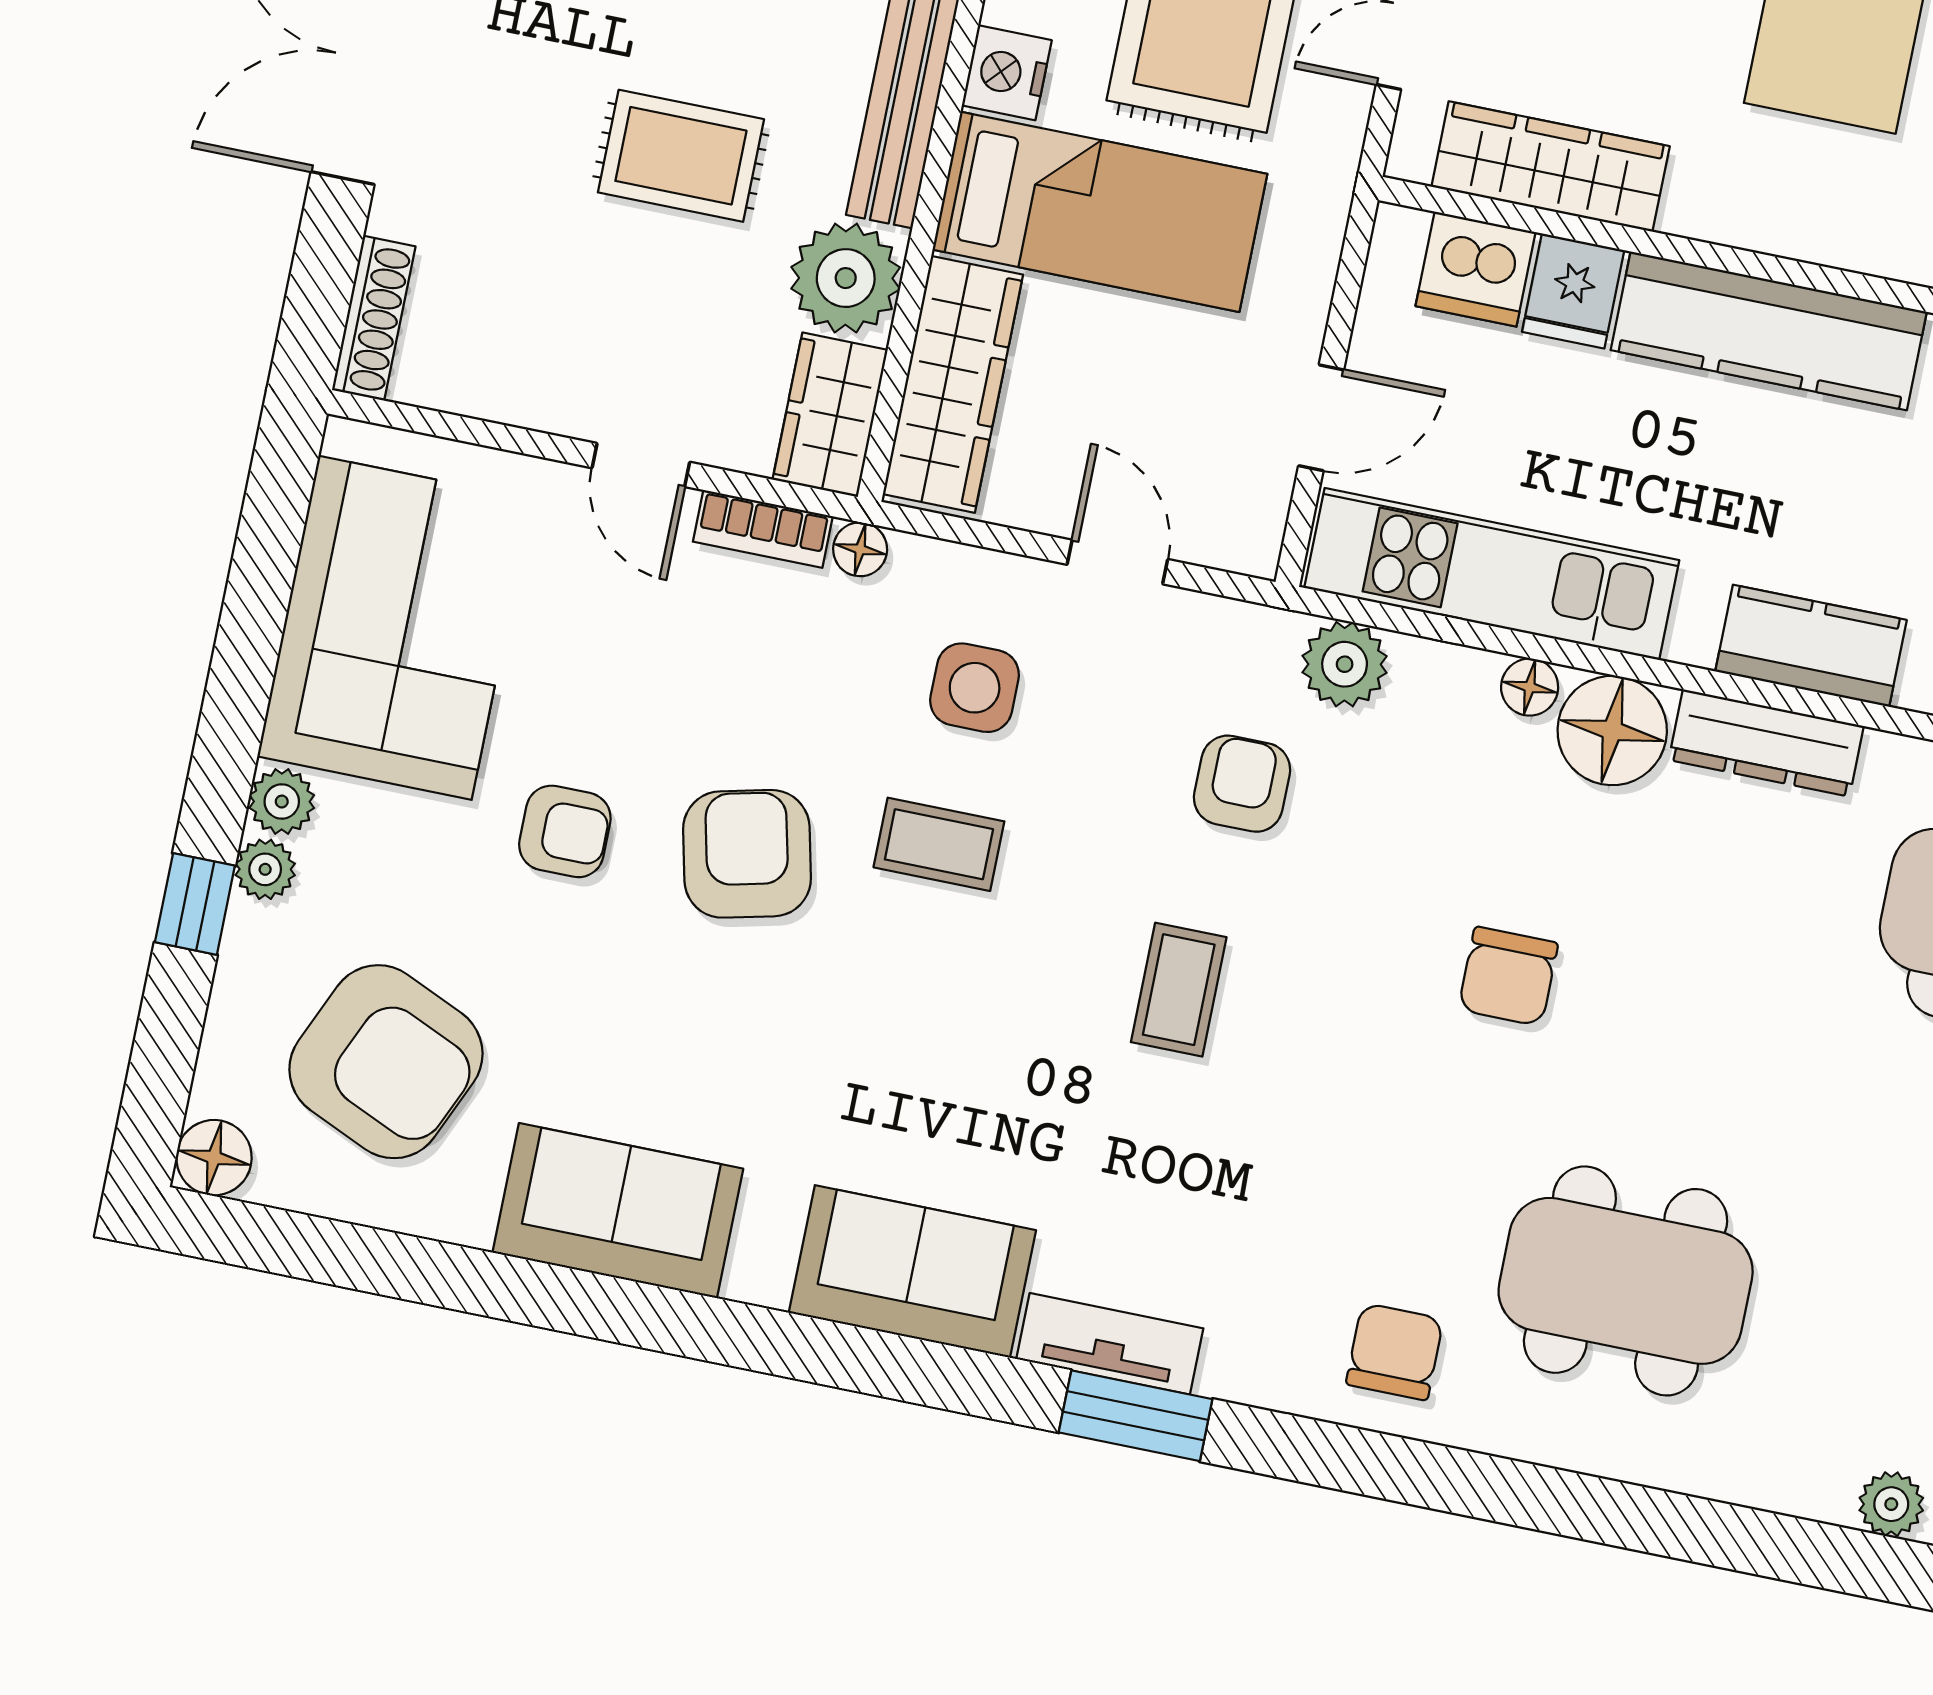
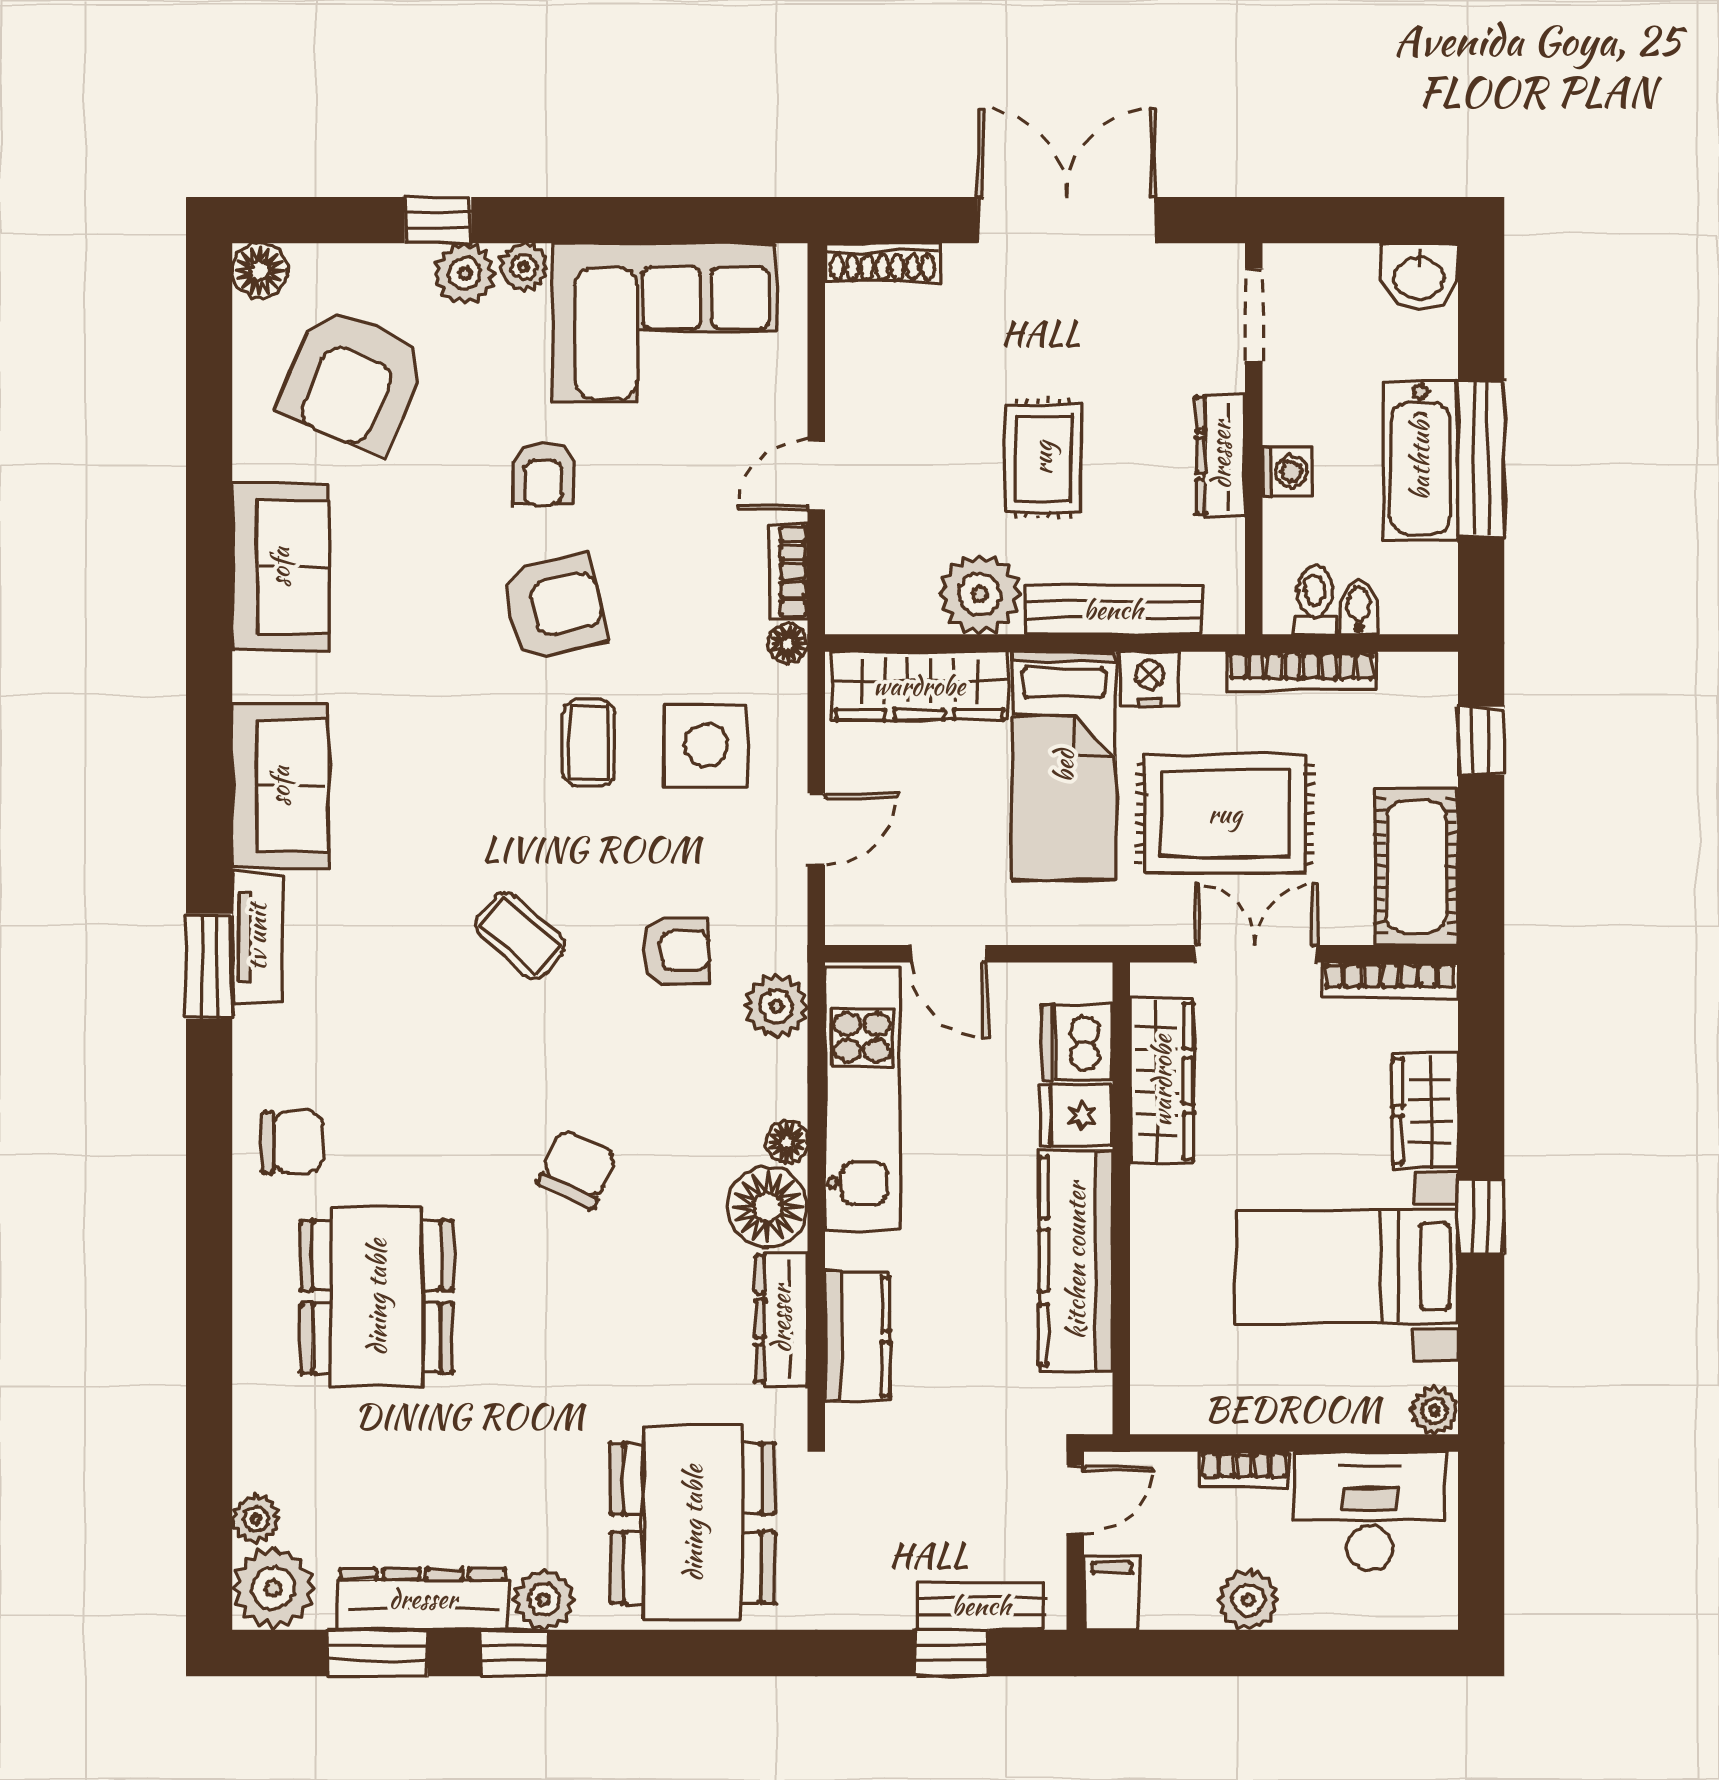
wardrobe: (830, 415) -> (880, 603), removed
side table: (975, 688) -> (706, 745), width x1.37, depth x1.37
plant: (265, 869) -> (465, 273), width x1.38, depth x1.38
chair: (1508, 976) -> (577, 1169), turned 114
coffee table: (1179, 990) -> (520, 935), turned 41

